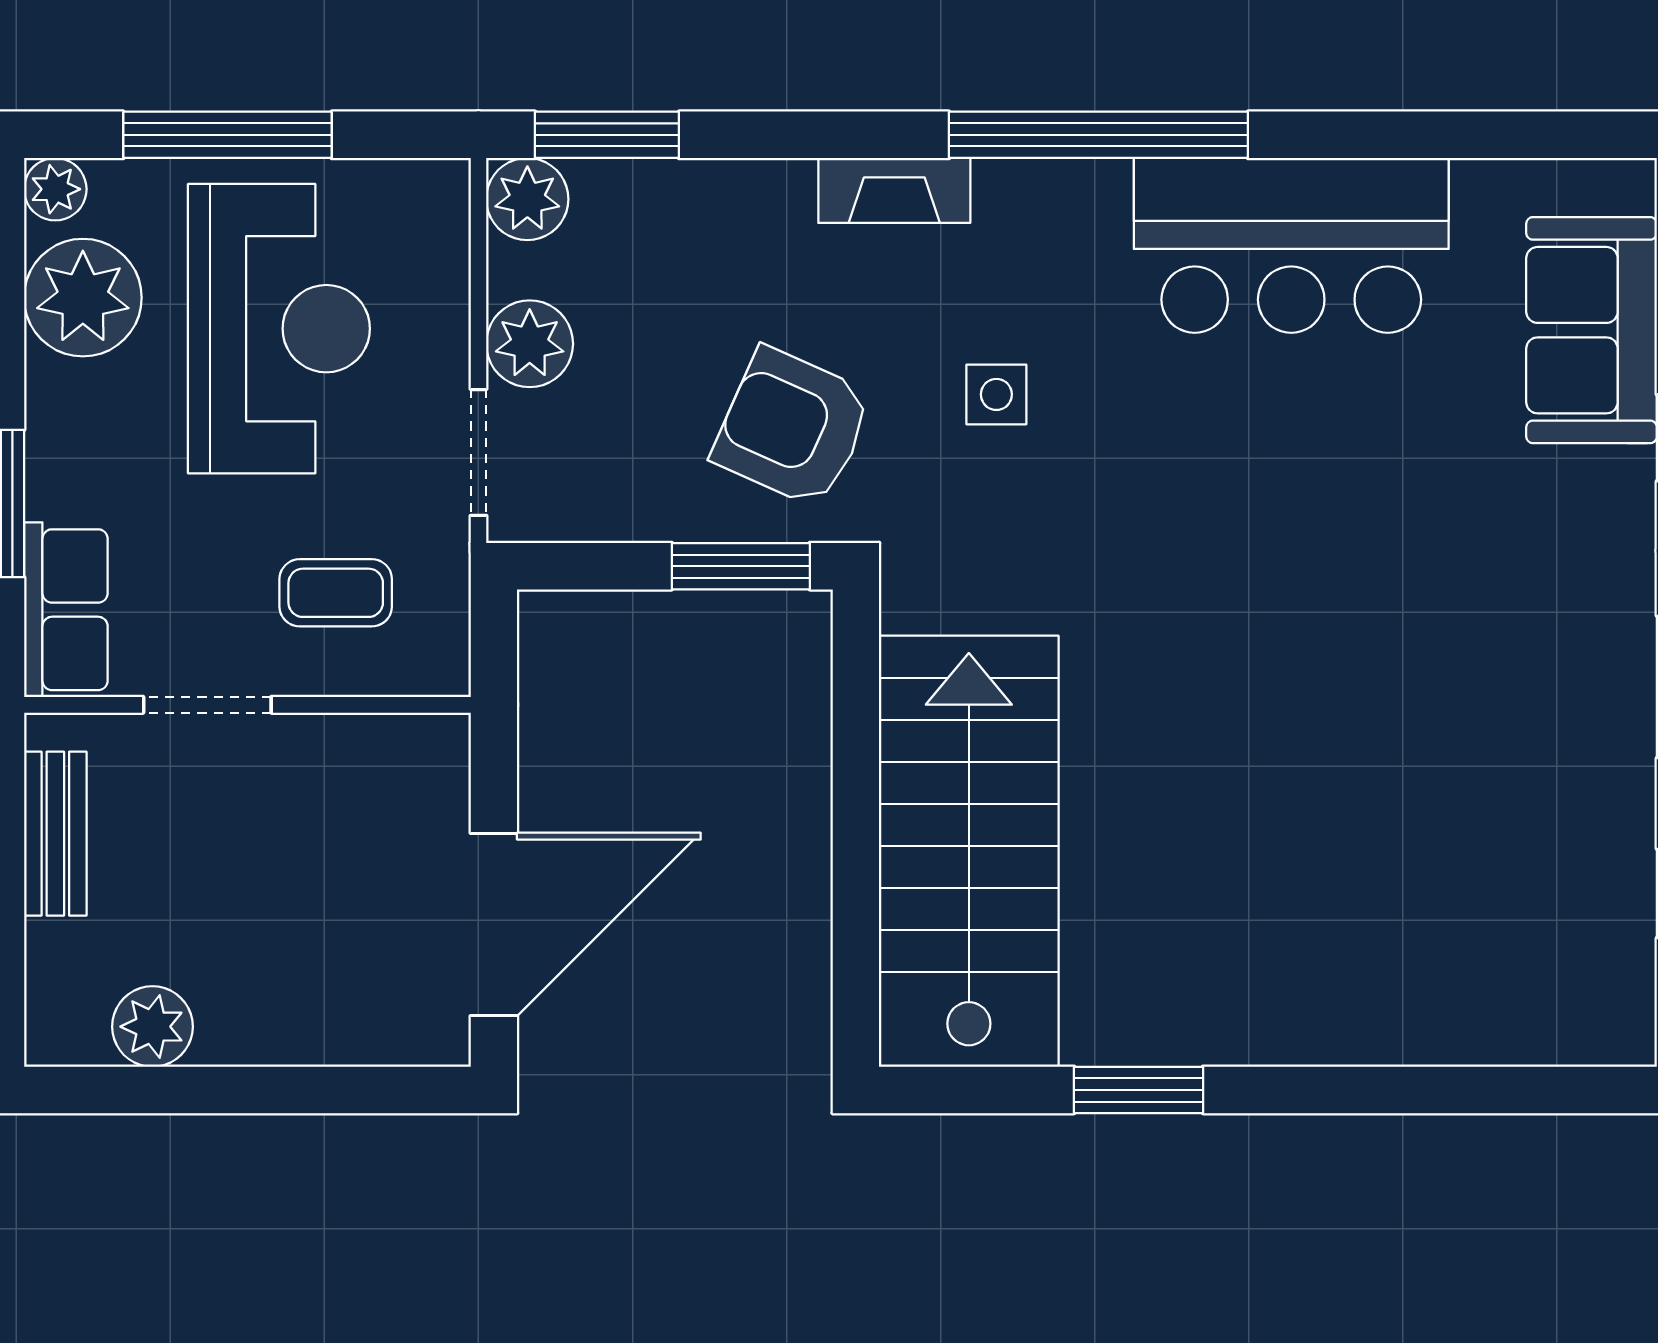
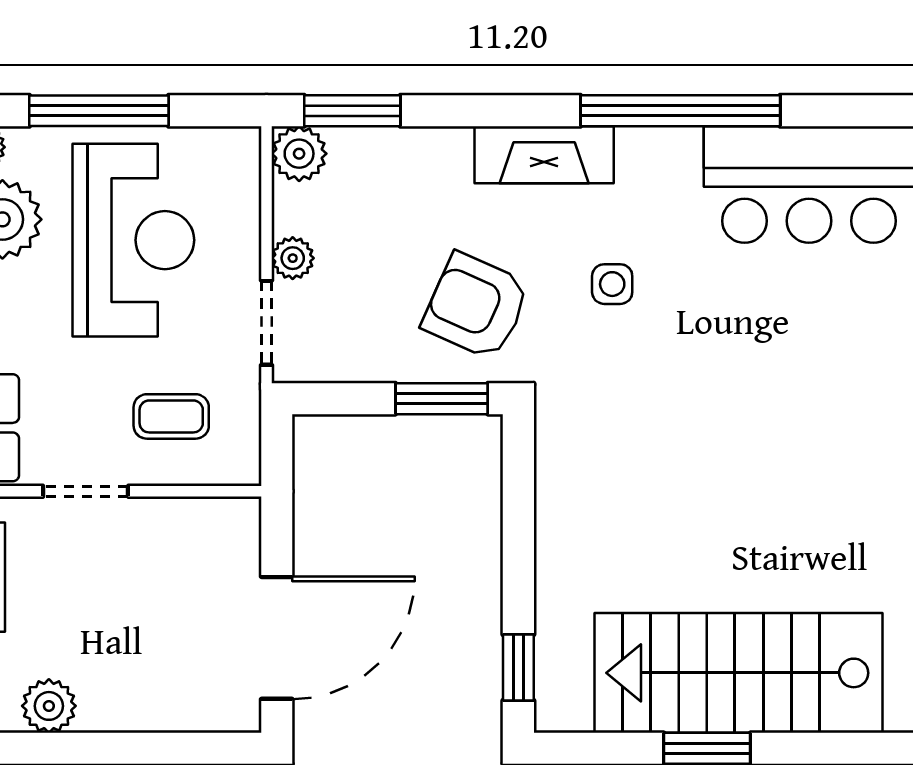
fireplace: (894, 190) -> (544, 155), width x1.37, depth x1.32
plant: (530, 344) -> (293, 258), width x0.73, depth x0.73
stairs: (969, 851) -> (739, 673), moved, turned -90
window: (856, 969) -> (518, 668), added

